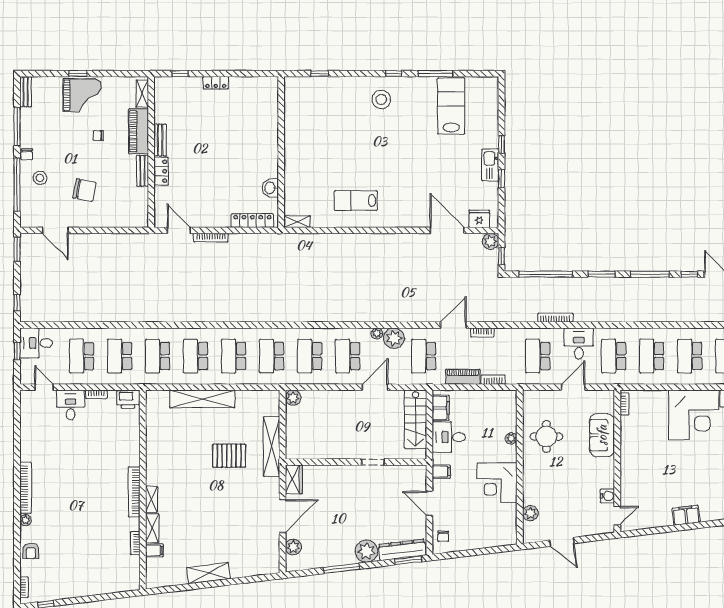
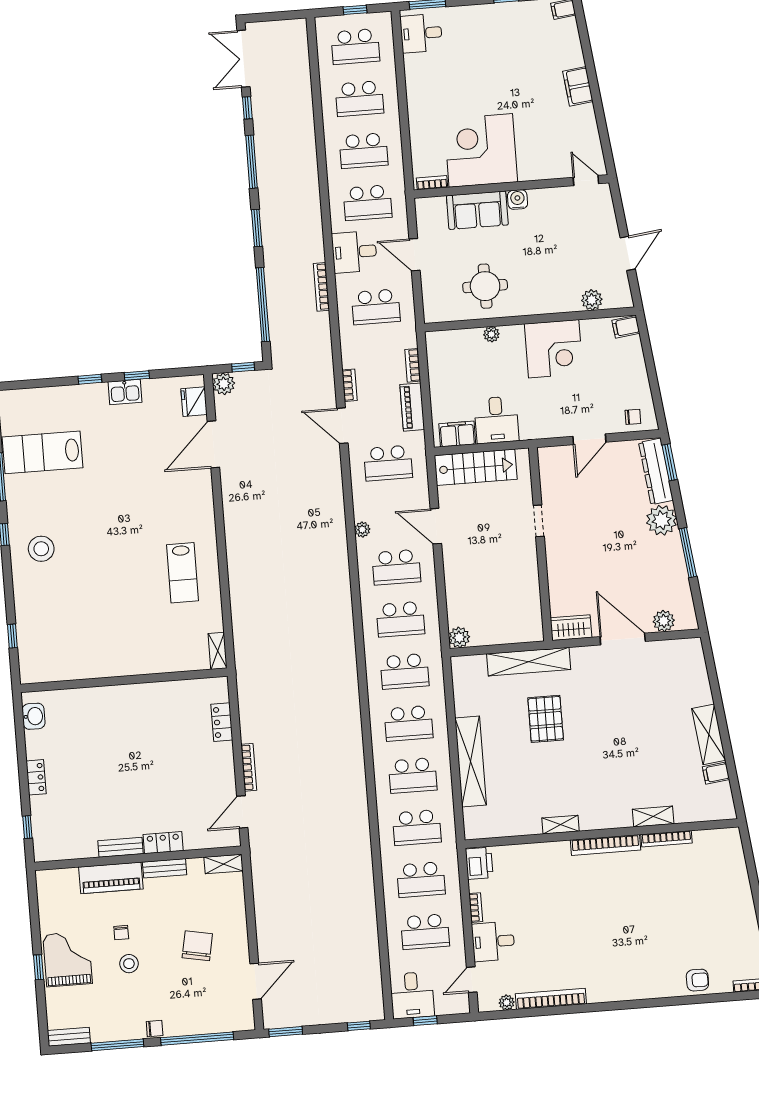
shelving: (142, 94) -> (224, 864), moved
kitchen sink: (490, 165) -> (125, 392), width x0.73
stool: (40, 178) -> (129, 964), moved
washbasin: (270, 188) -> (34, 716), moved, turned -90
locker: (252, 221) -> (222, 722), width x0.66
plant: (394, 338) -> (367, 506), removed
corner desk: (694, 415) -> (481, 150), moved, turned -90
filing cabinet: (441, 472) -> (626, 327), moved, turned -97
bookcase: (26, 488) -> (551, 999), moved
water cooler: (607, 496) -> (518, 200), moved
shelving: (151, 499) -> (561, 825), moved
plant: (25, 520) -> (507, 1003), moved
bookcase: (135, 543) -> (667, 839), width x1.56
filing cabinet: (154, 550) -> (716, 773), moved, turned -97

